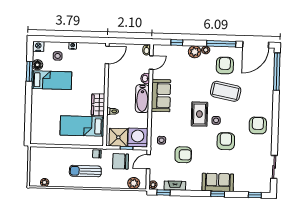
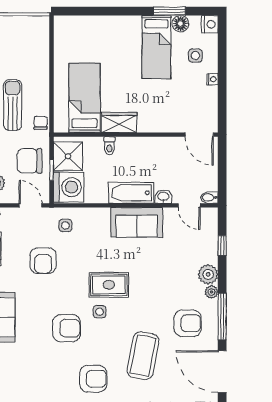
coffee table: (226, 91) -> (143, 356), moved
chair: (121, 161) -> (30, 161), turned -90

